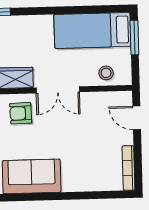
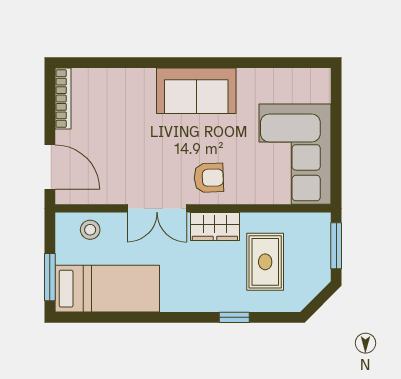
double door: (58, 90) -> (157, 208), swing flipped
door: (137, 118) -> (50, 167), width x1.38

